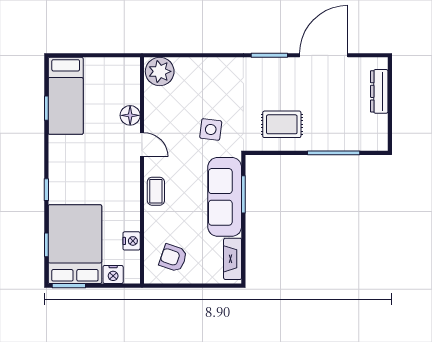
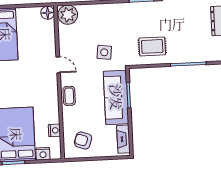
floor lamp: (130, 115) -> (48, 13), moved

